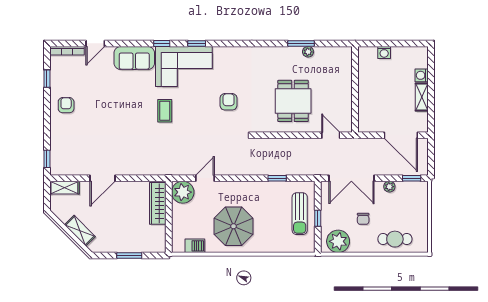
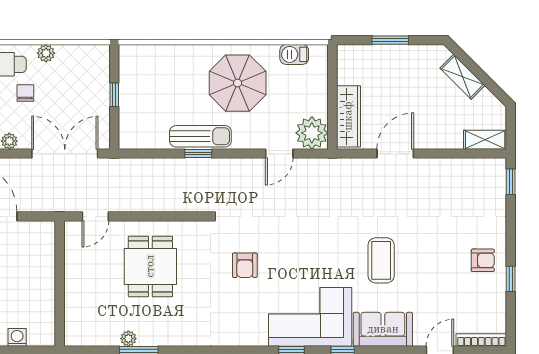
window: (47, 79) -> (511, 279), moved
armchair: (66, 105) -> (483, 260), turned -90
coffee table: (165, 111) -> (381, 260), moved, width x1.36, depth x1.30
door: (331, 135) -> (95, 216), hinge flipped
door: (103, 178) -> (395, 153), moved
window: (277, 178) -> (198, 153), moved
sun lounger: (300, 214) -> (200, 136), moved, turned 90
chair: (363, 219) -> (25, 93), moved
plant: (338, 241) -> (46, 53), moved, width x0.53, depth x0.53

